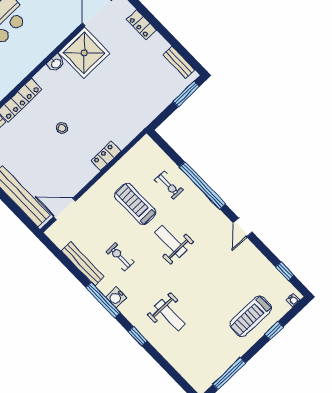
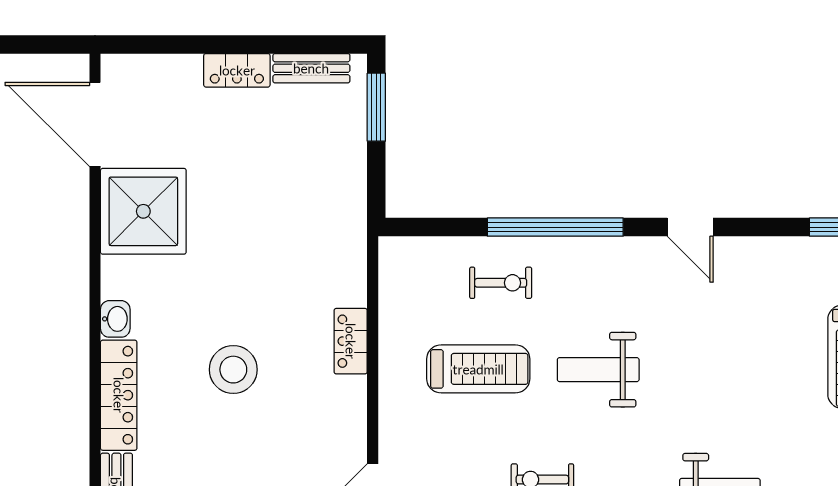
locker: (141, 25) -> (237, 70), moved
washbasin: (56, 63) -> (115, 319), moved
stool: (62, 128) -> (233, 370), width x1.89, depth x1.89
treadmill: (135, 204) -> (478, 369), turned 180

